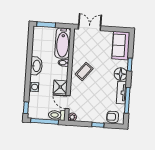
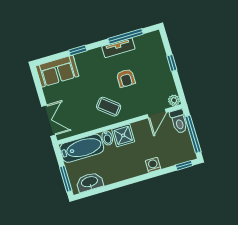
double door: (90, 27) -> (49, 121), swing flipped
washbasin: (36, 66) -> (90, 182), moved
floor lamp: (121, 74) -> (94, 58), removed
shower: (60, 87) -> (123, 135), moved
armchair: (113, 117) -> (126, 78), moved

